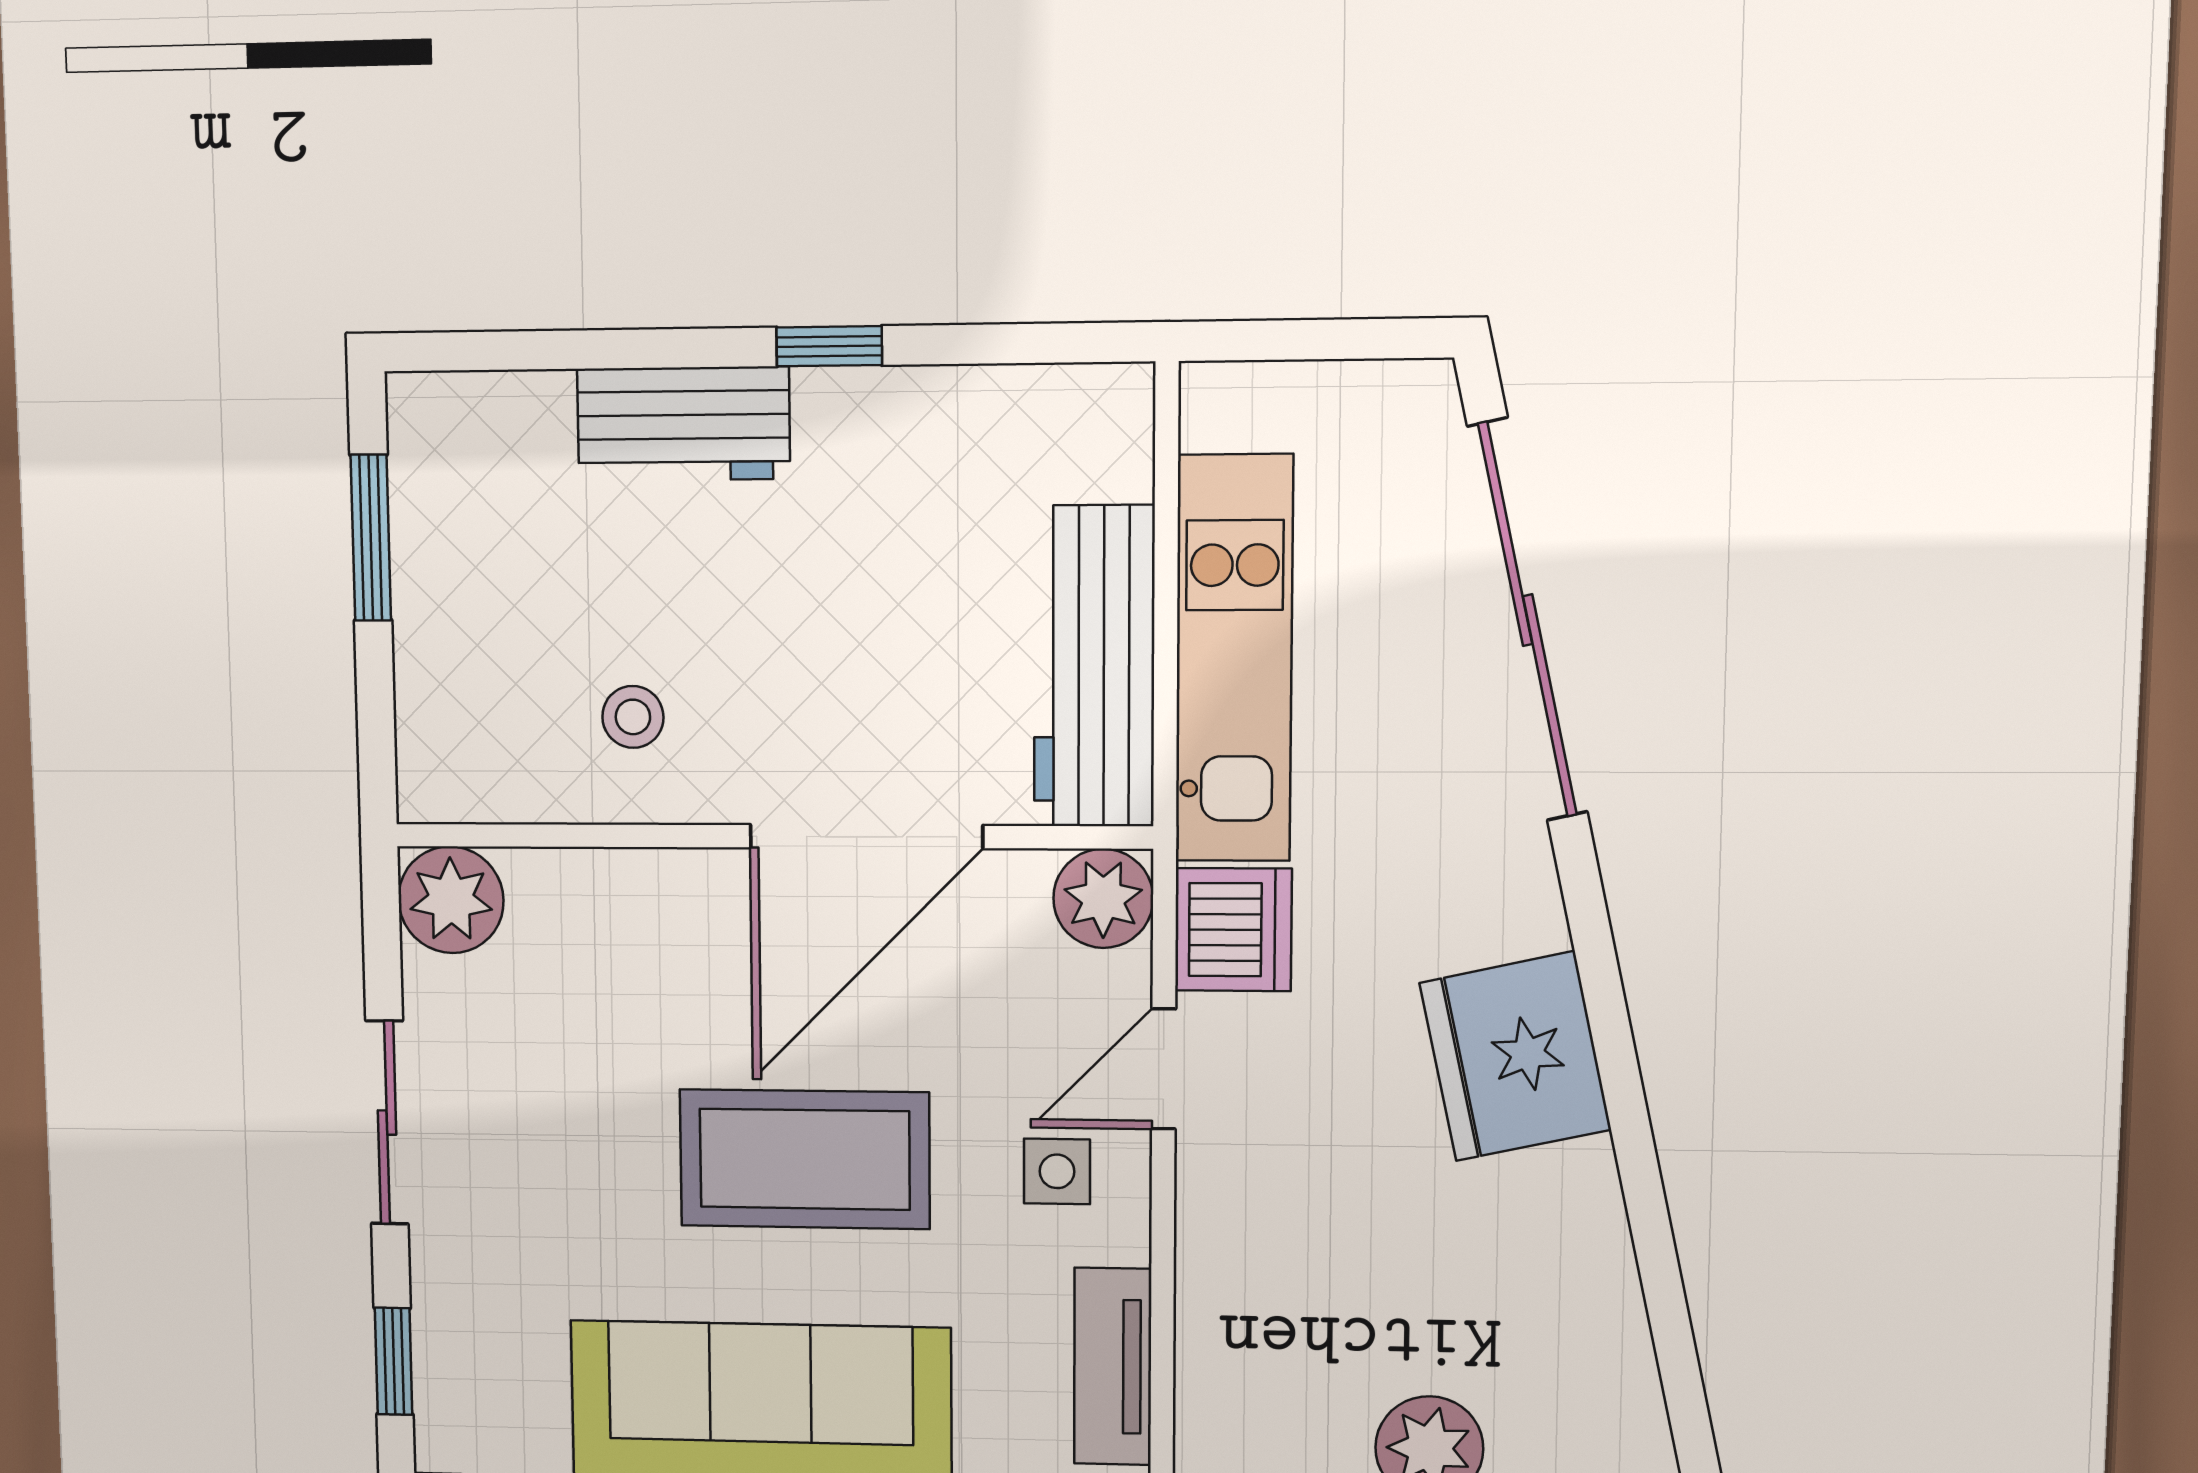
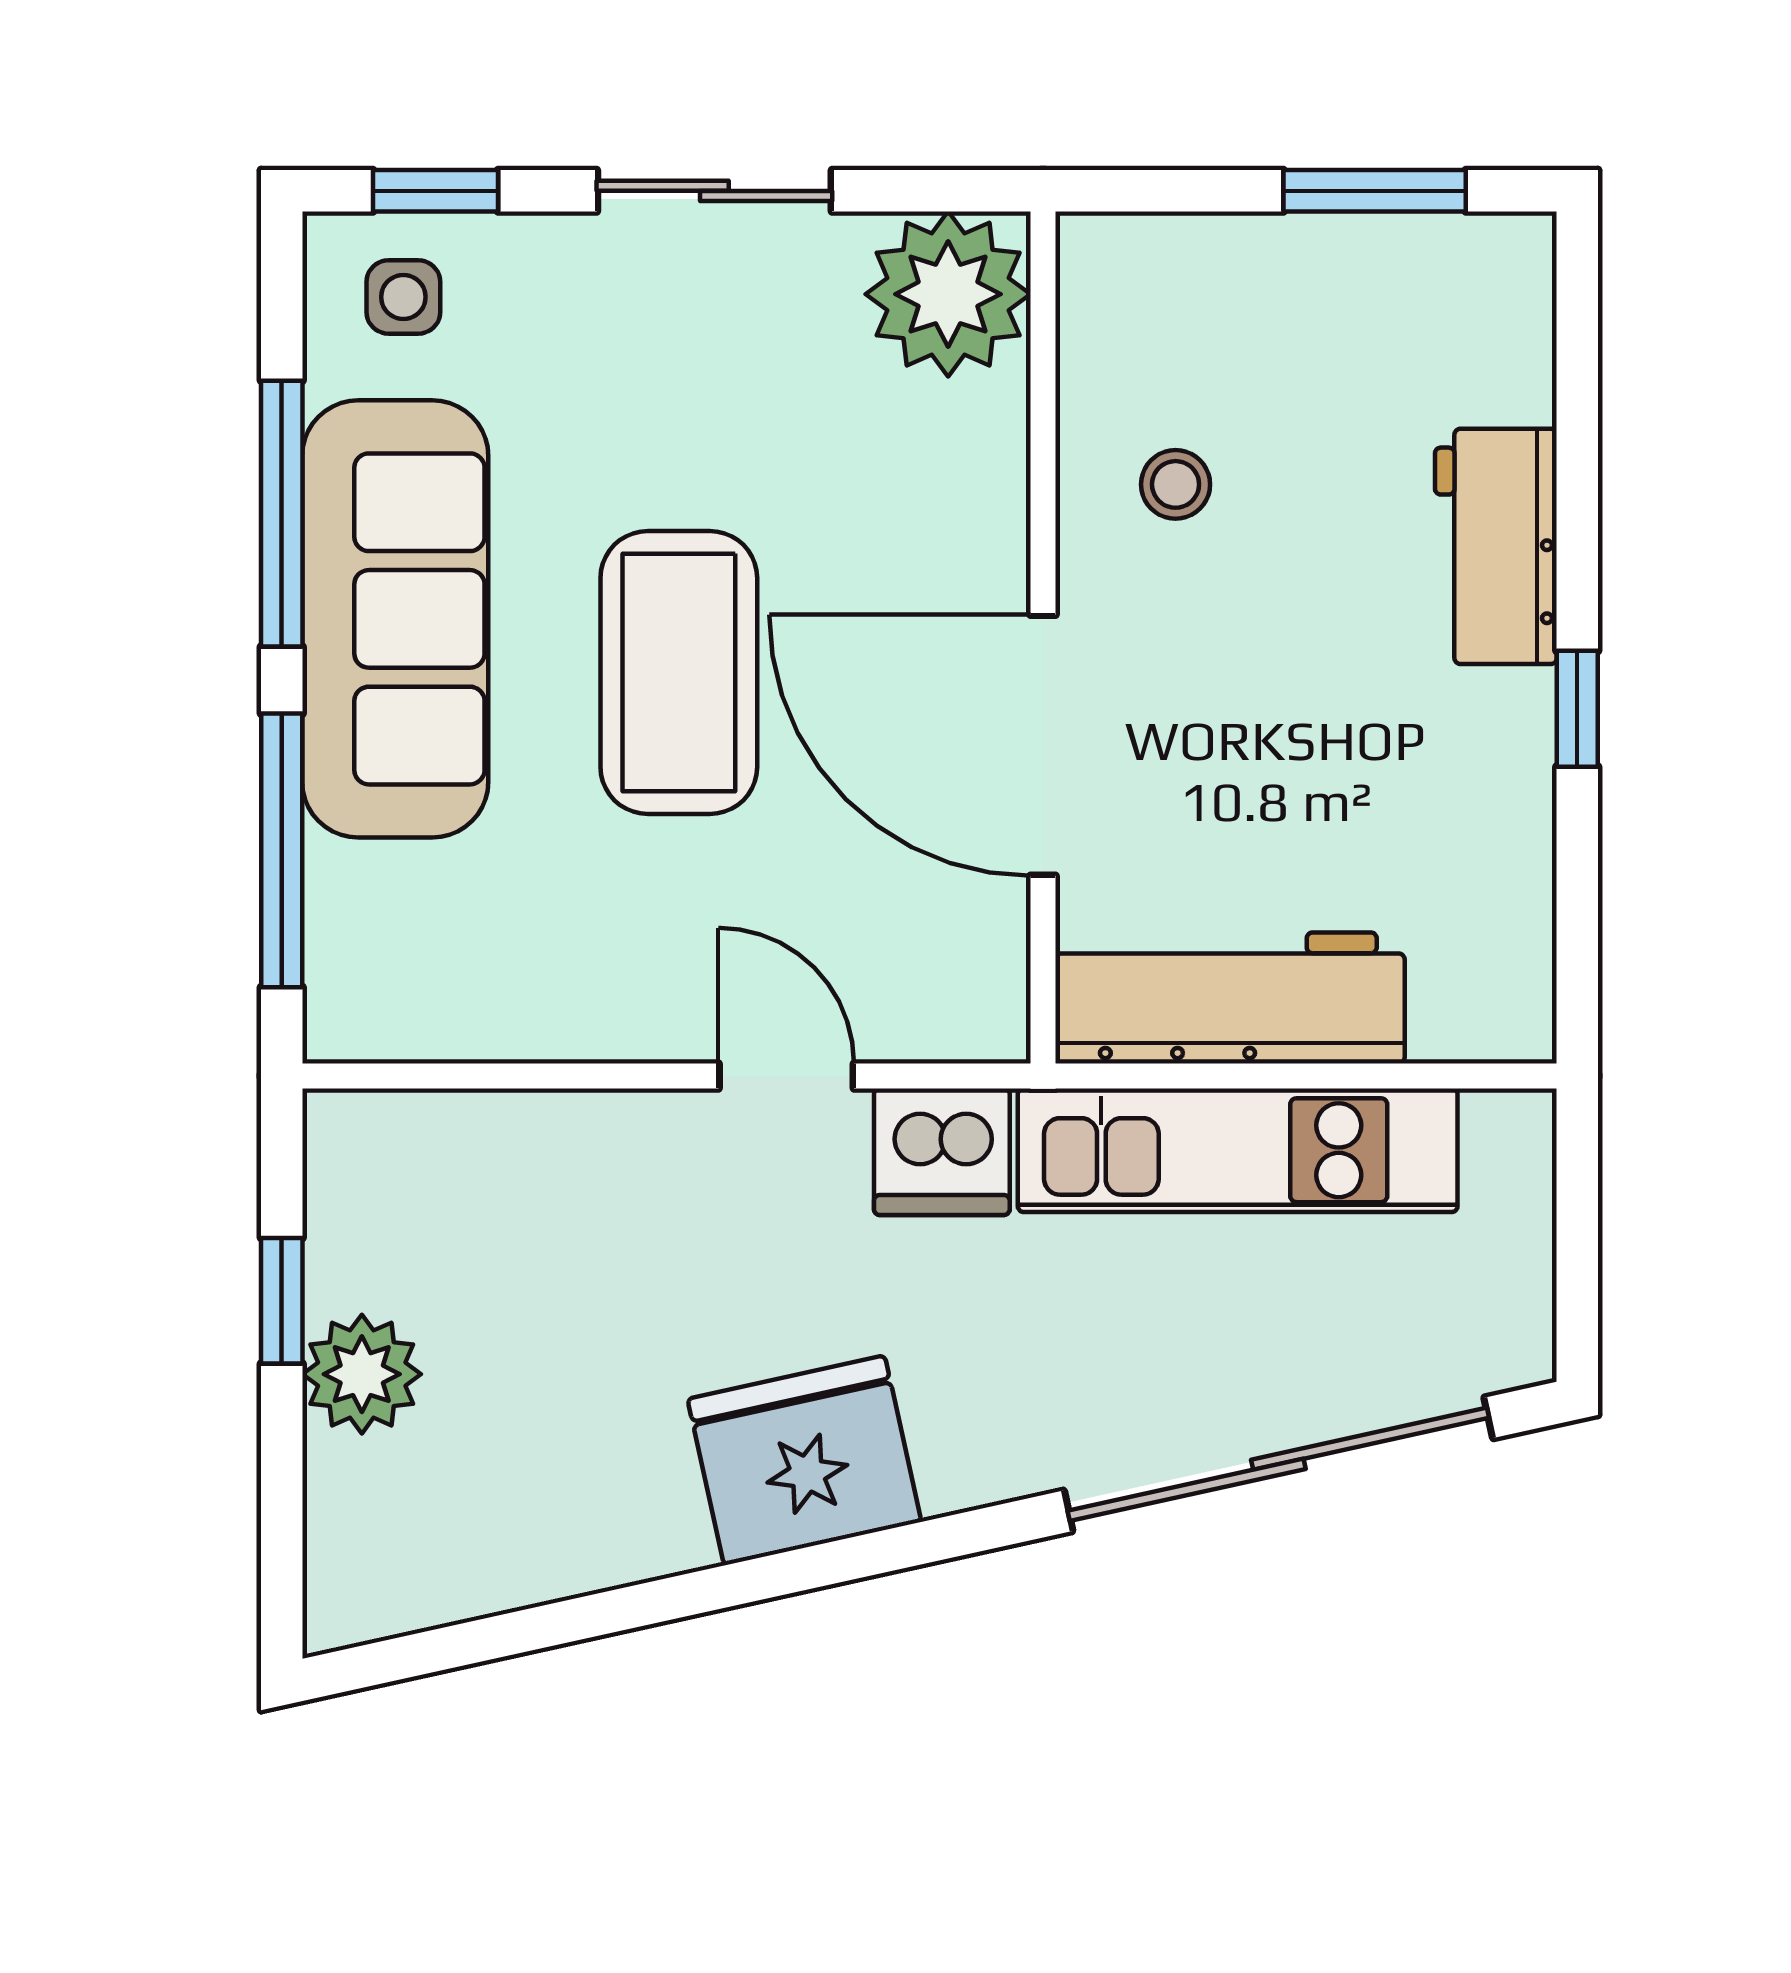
plant: (1103, 898) -> (976, 1009), removed
plant: (451, 900) -> (948, 294), width x1.36, depth x1.36
side table: (1057, 1171) -> (403, 297), moved
tv unit: (1113, 1367) -> (447, 1020), removed

